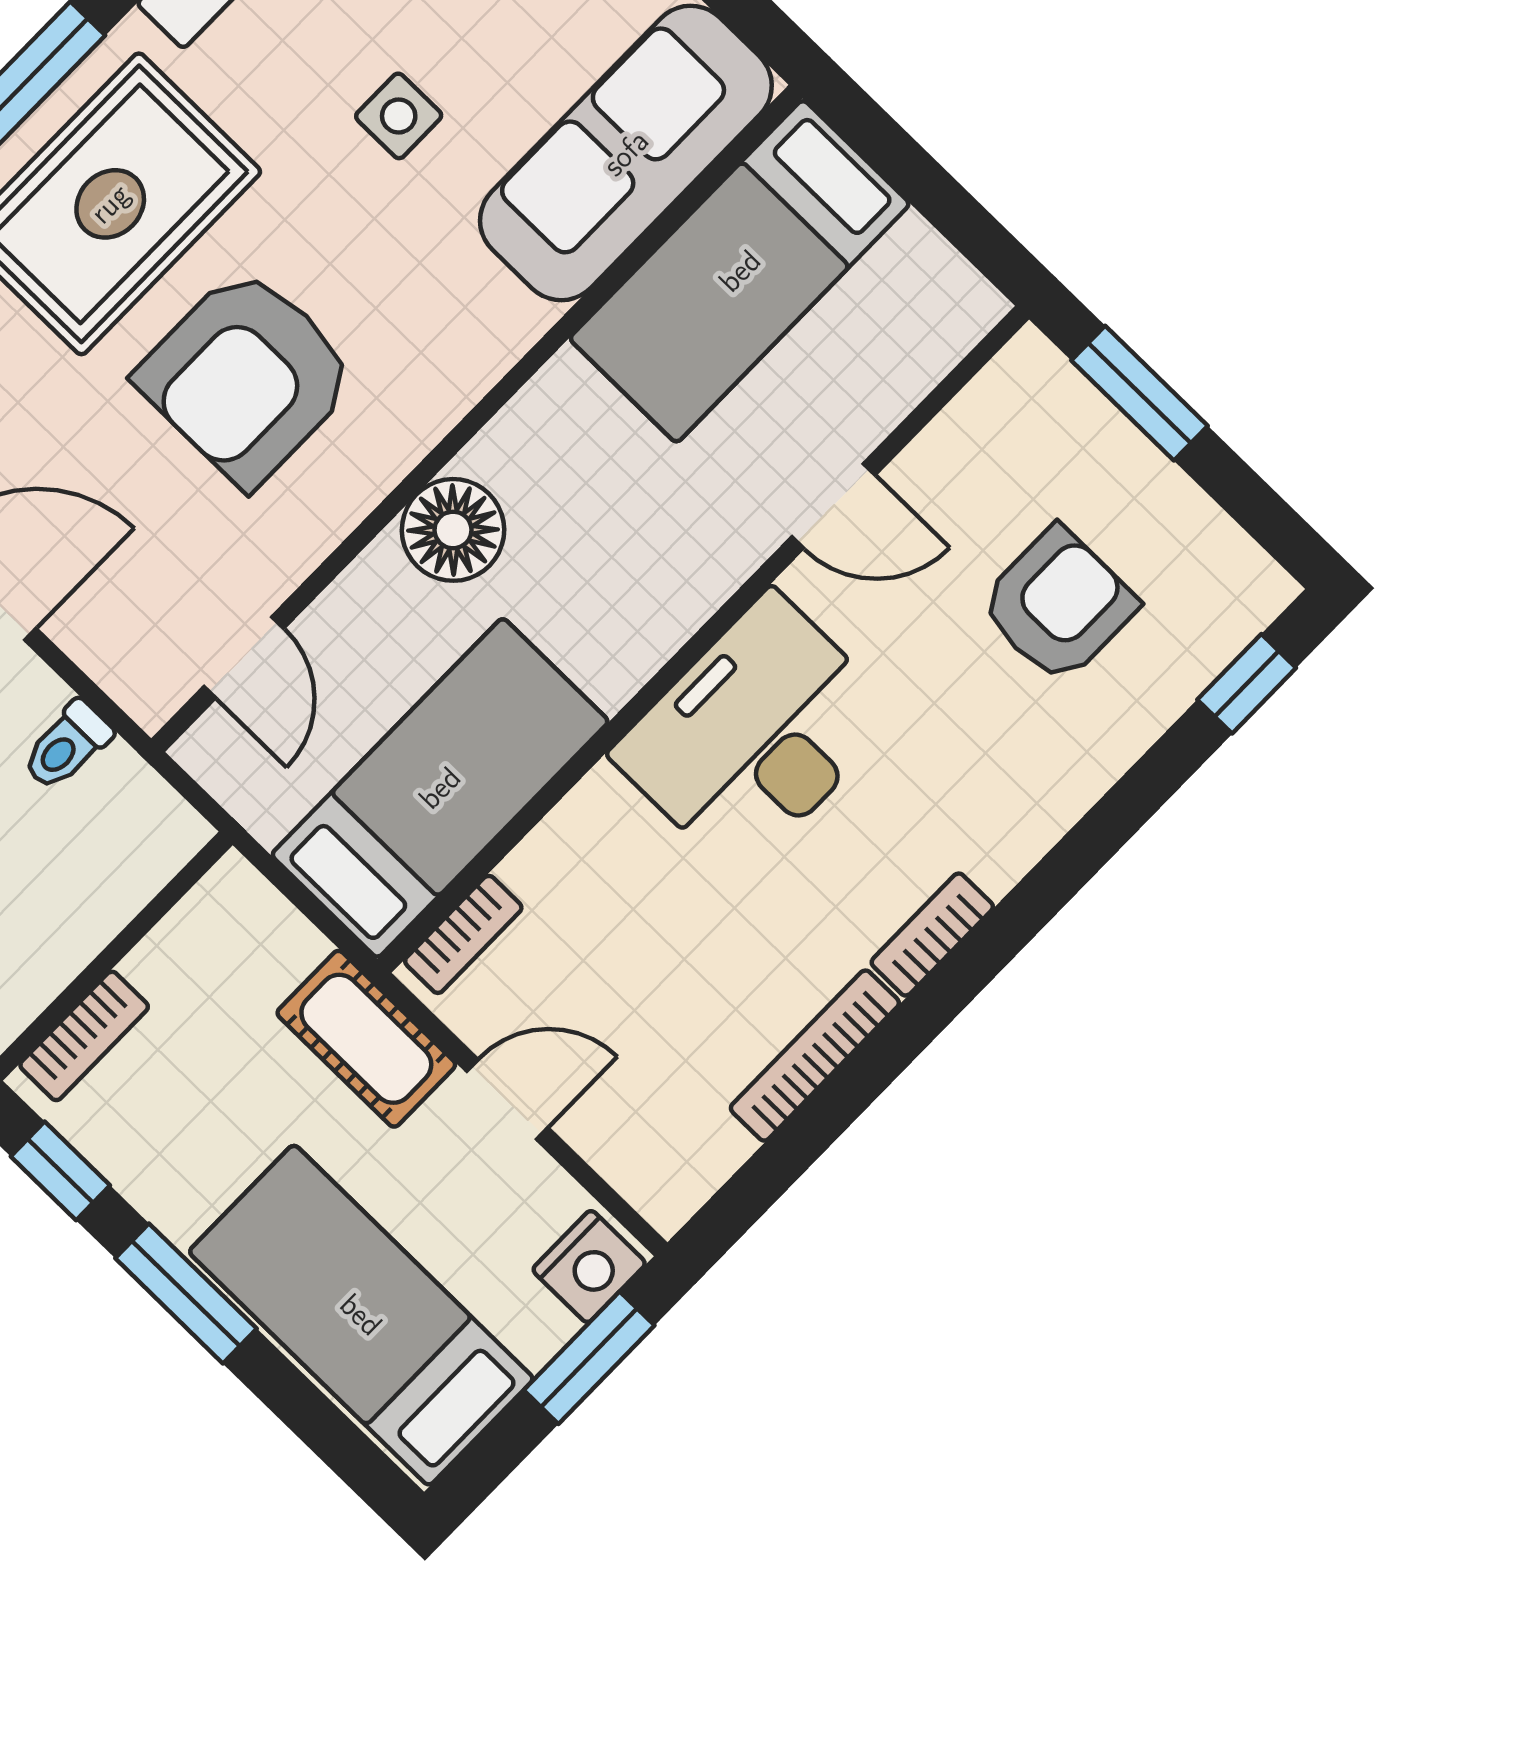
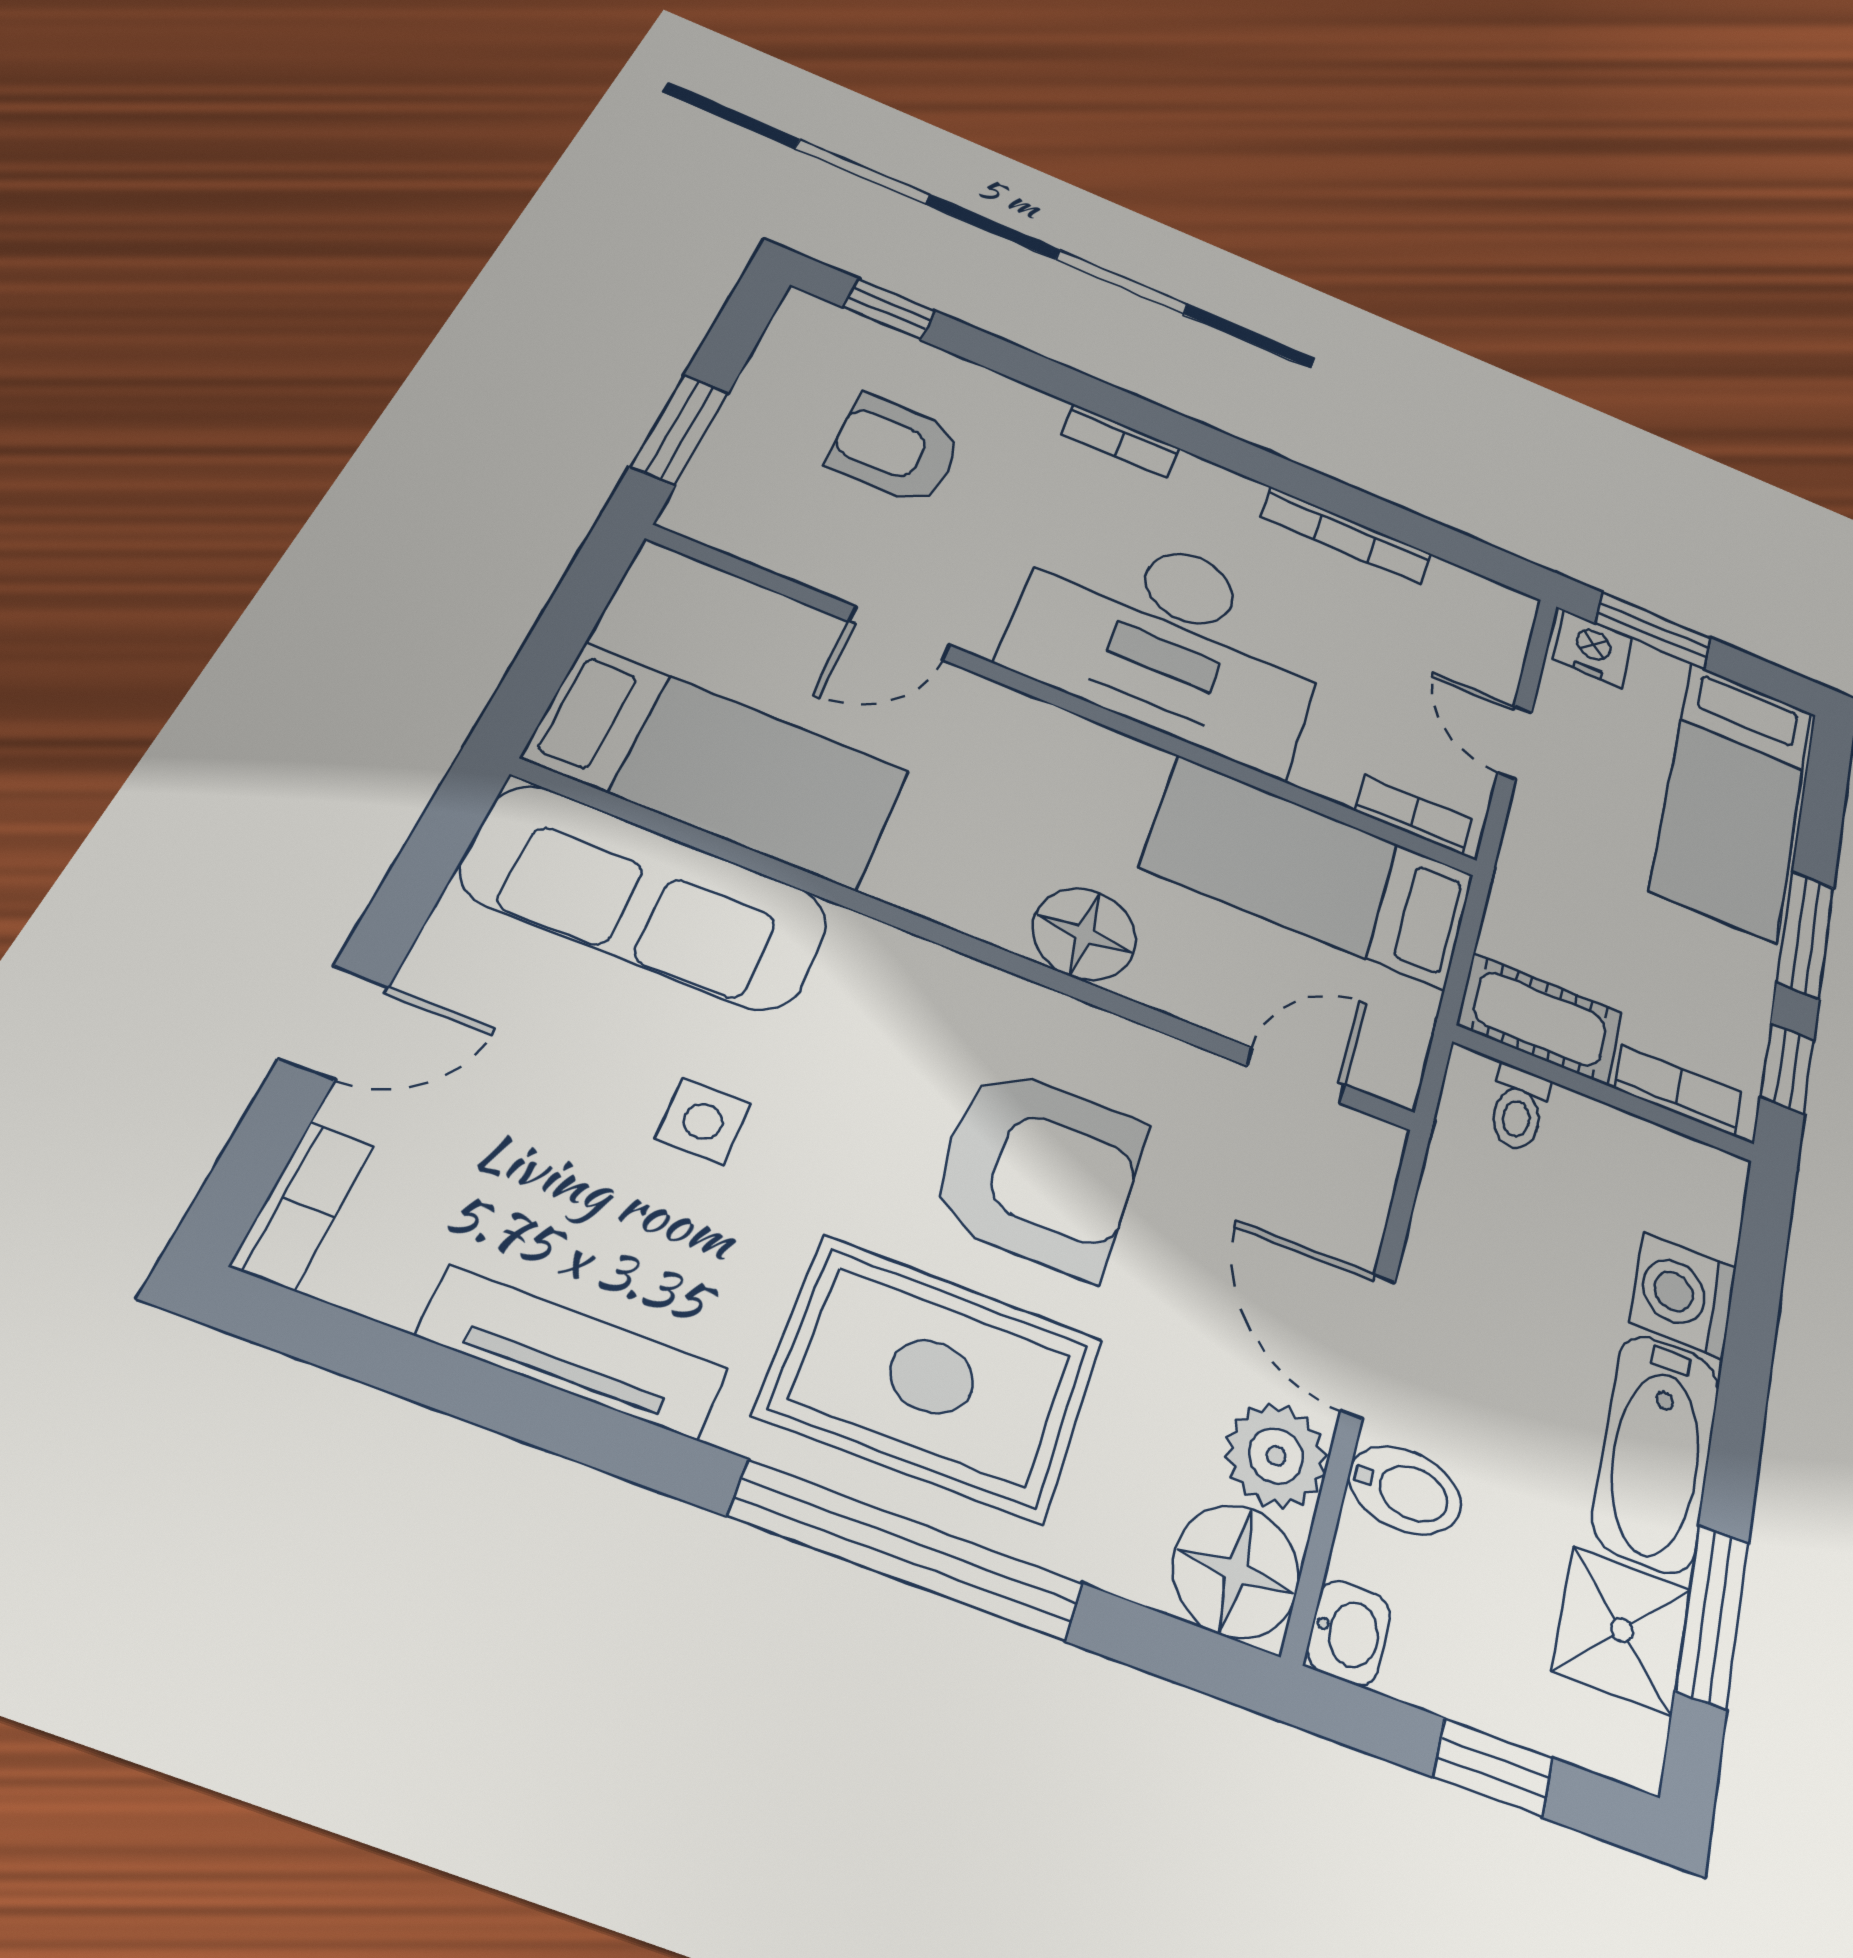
door: (833, 506) -> (899, 633), swing flipped
desk: (755, 734) -> (1171, 638), width x1.36, depth x1.30
toilet: (67, 746) -> (1518, 1108), moved, turned 90
bookcase: (932, 935) -> (1120, 441), moved
cot: (366, 1039) -> (1540, 1019), moved, turned 90

